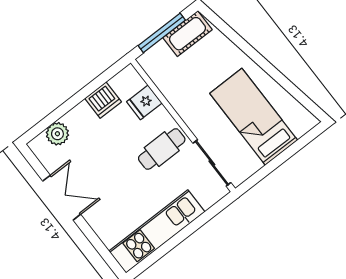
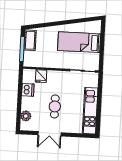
cafe table: (162, 149) -> (55, 106), moved
double door: (62, 198) -> (50, 134), swing flipped

